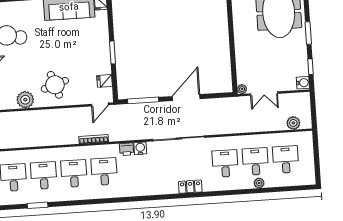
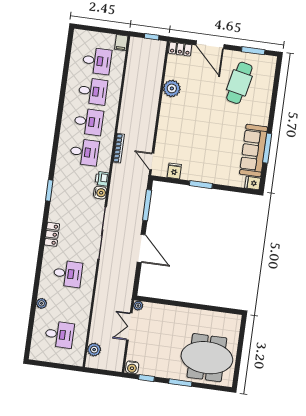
round table: (55, 85) -> (180, 121), removed
desk: (255, 161) -> (64, 304), removed
window: (38, 205) -> (49, 190), moved

